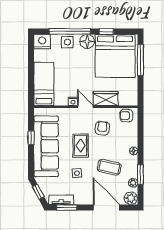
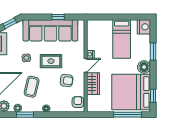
window: (70, 31) -> (153, 51), width x0.47
window: (106, 31) -> (153, 96), moved
side table: (67, 42) -> (143, 49), removed
bed: (44, 84) -> (122, 39), moved, turned 90

